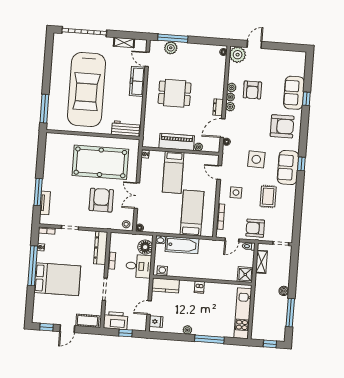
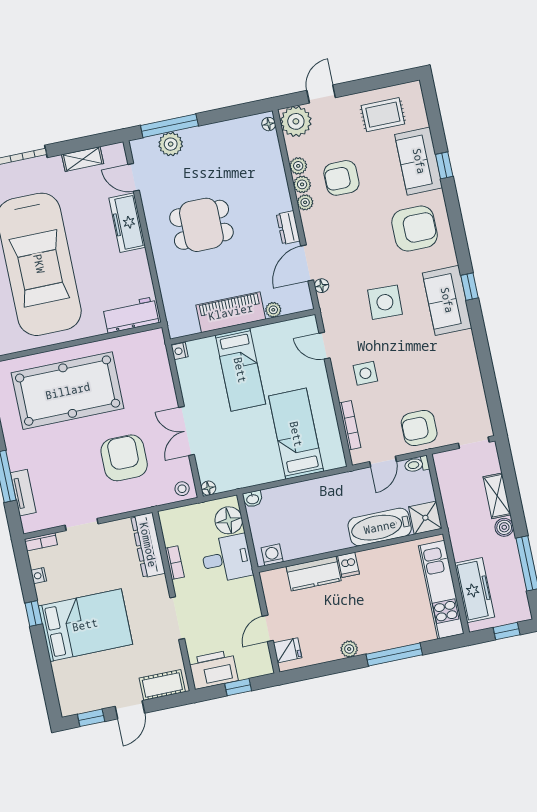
armchair: (252, 90) -> (341, 178), turned 90
plant: (230, 107) -> (298, 166), moved
pool table: (100, 162) -> (68, 391), moved
rug: (268, 196) -> (383, 115), moved, turned 90
bathtub: (182, 245) -> (380, 527), moved, turned 180
shelving: (261, 262) -> (497, 496), moved
window: (33, 266) -> (34, 614), width x0.32
kitchen counter: (166, 285) -> (314, 574), moved
freezer: (260, 318) -> (475, 590), added

